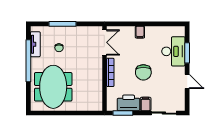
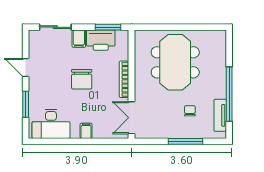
desk: (173, 51) -> (51, 124), moved, turned -90
chair: (143, 72) -> (82, 79), turned 180
meeting table: (53, 87) -> (175, 62), moved

